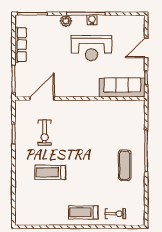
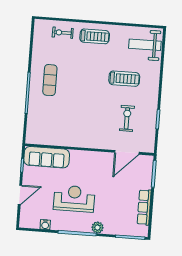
water cooler: (92, 20) -> (45, 225), moved
weight bench: (32, 208) -> (145, 45), added

